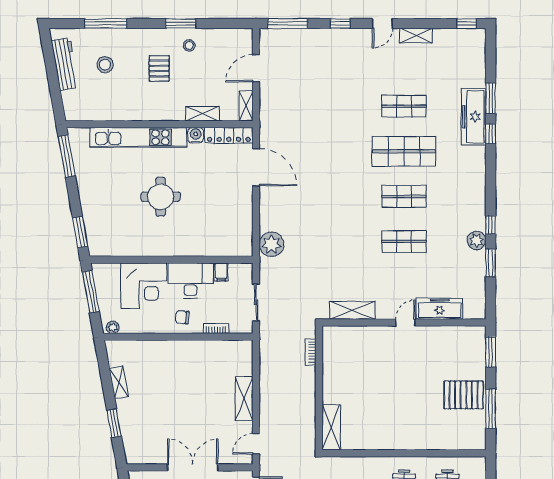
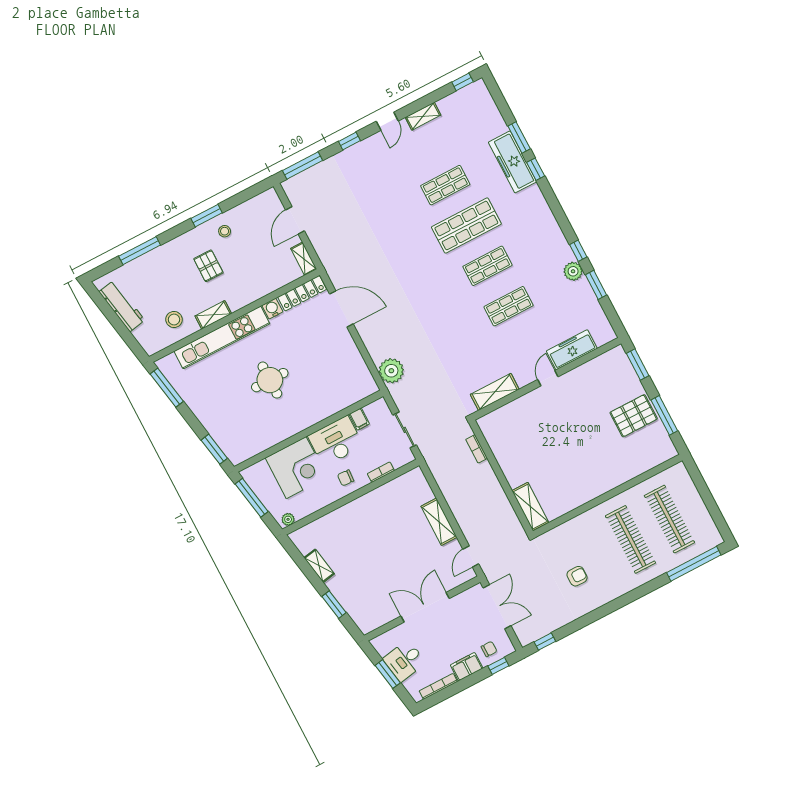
stool: (105, 65) -> (174, 320), moved
shelving: (202, 114) -> (213, 315), moved

